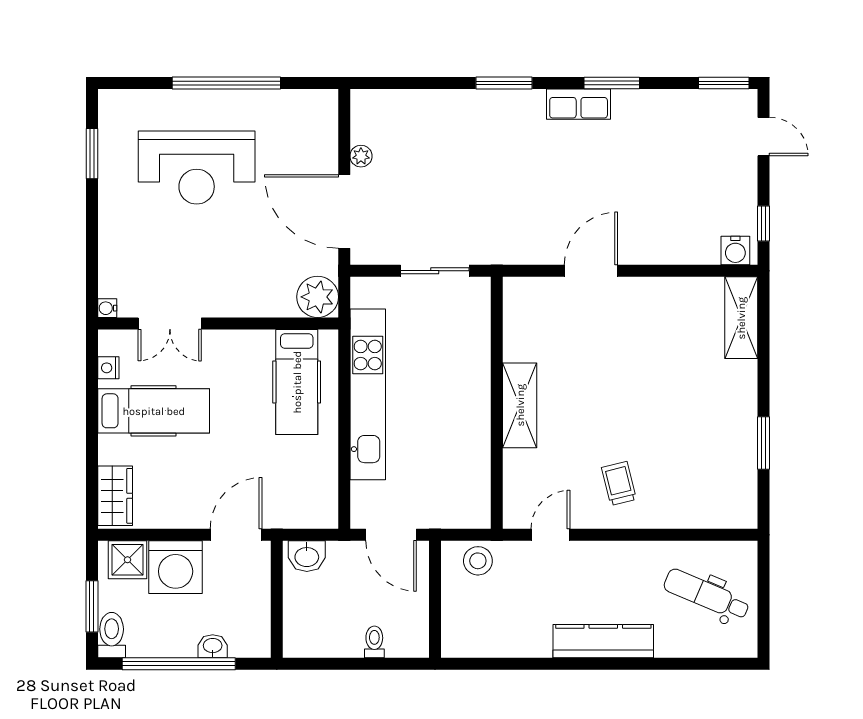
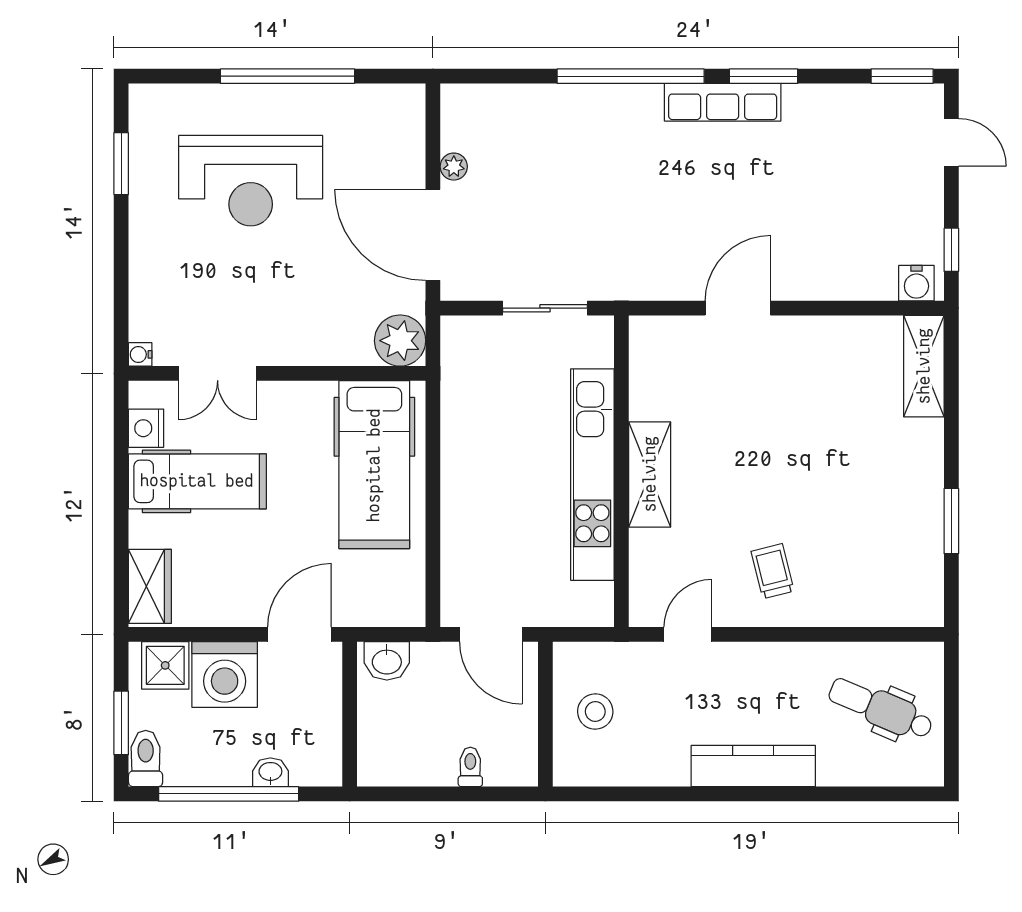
window: (504, 83) -> (631, 76), width x2.11
row of seats: (579, 104) -> (723, 102), width x1.48
nightstand: (108, 368) -> (146, 428), width x1.39, depth x1.35
hospital bed: (297, 382) -> (374, 465), width x1.37, depth x1.29
kitchen unit: (368, 394) -> (592, 475), moved, turned 180
stool: (478, 561) -> (595, 712), moved

